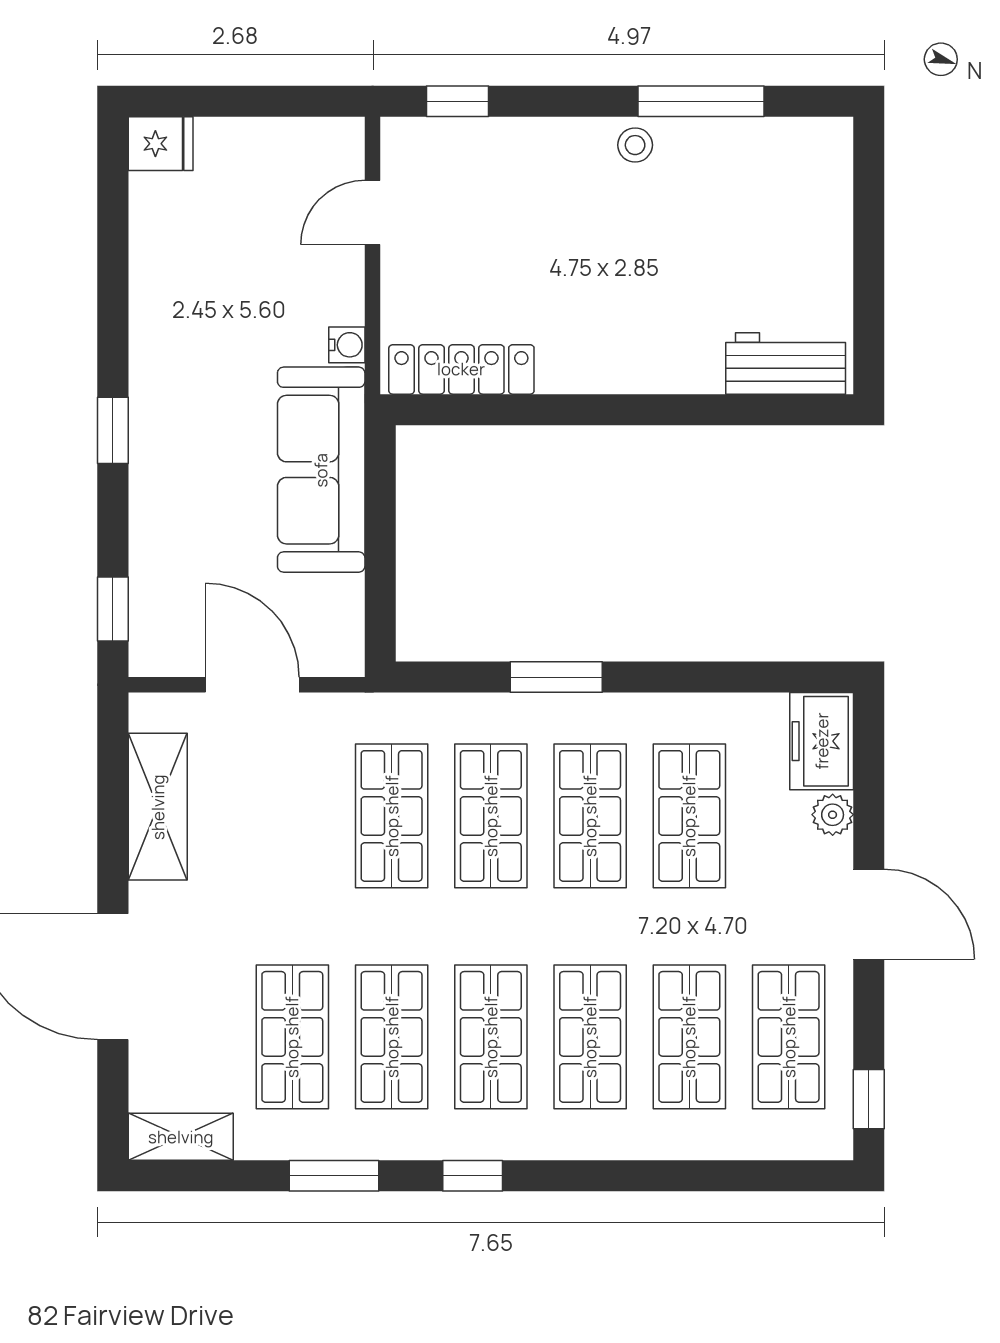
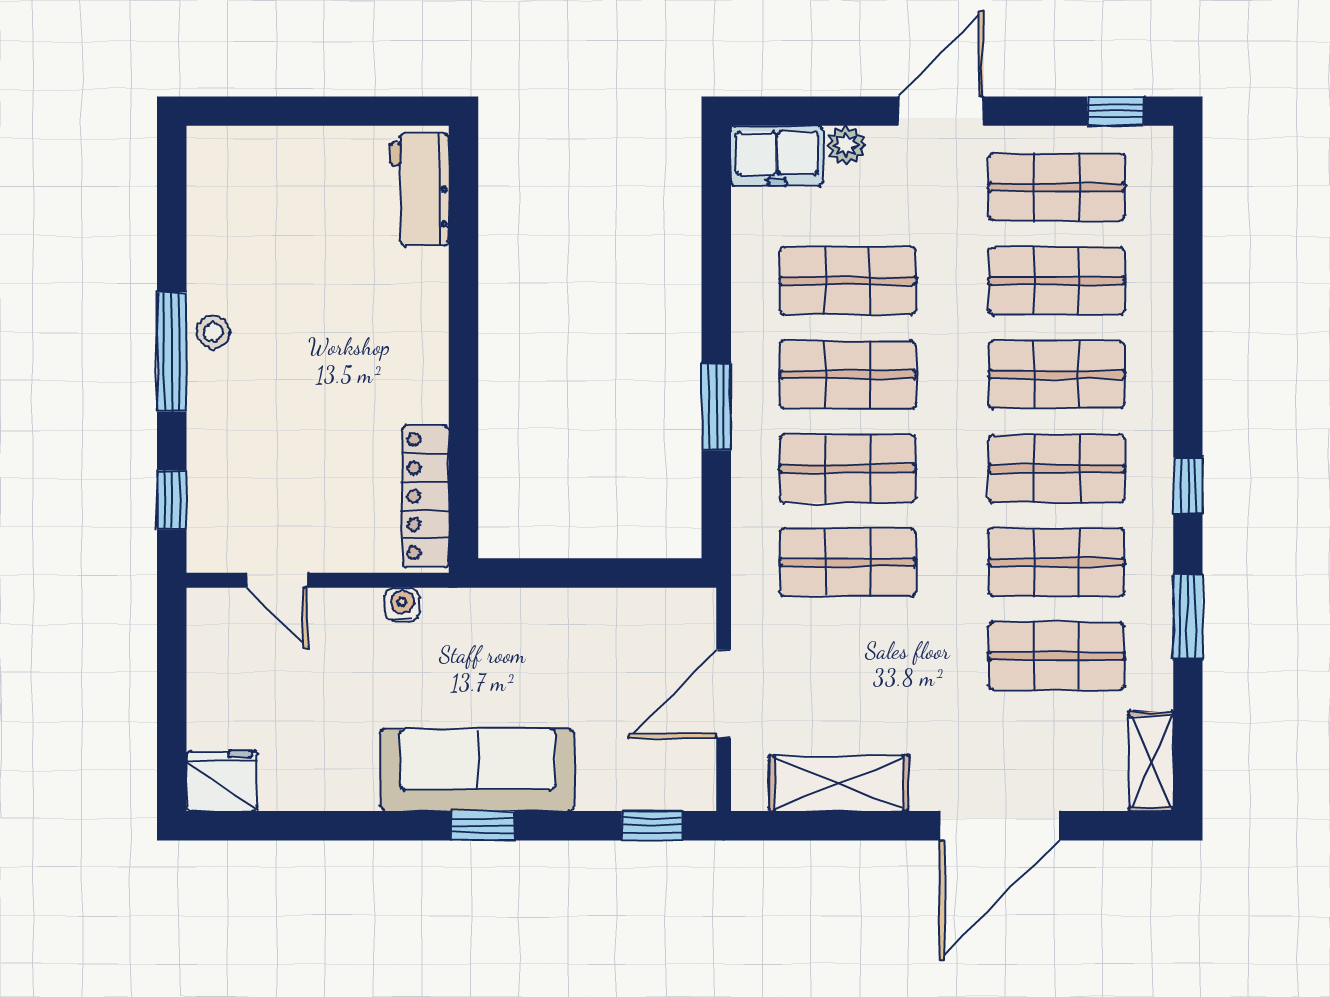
window: (701, 101) -> (172, 352), moved
fridge: (161, 144) -> (222, 781), width x1.38
sofa: (321, 470) -> (477, 770), moved, turned 180

